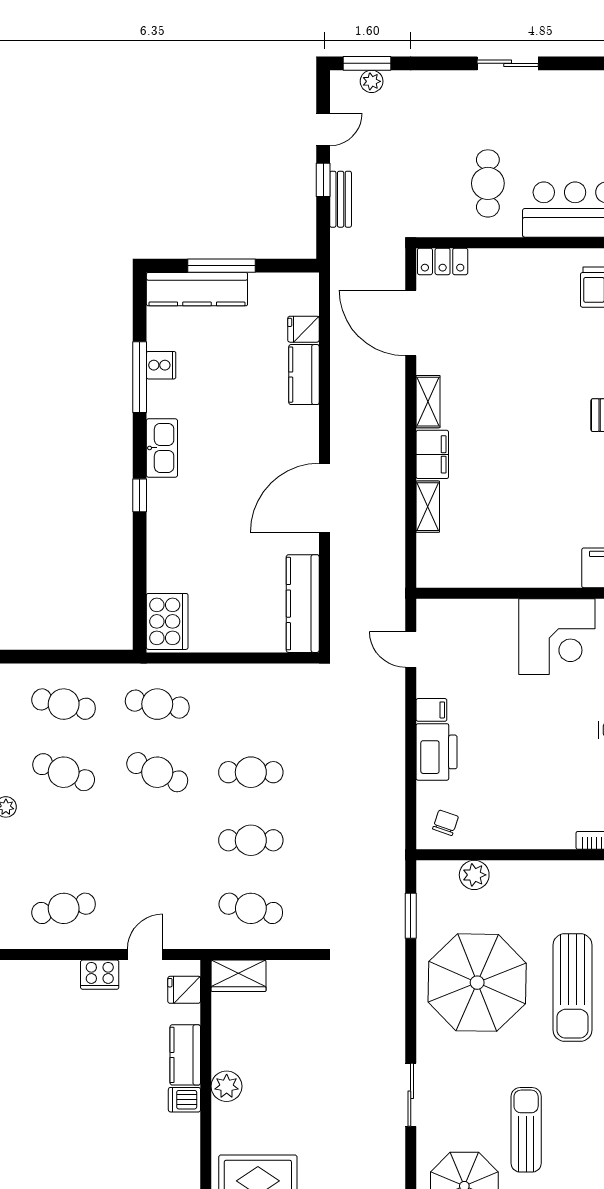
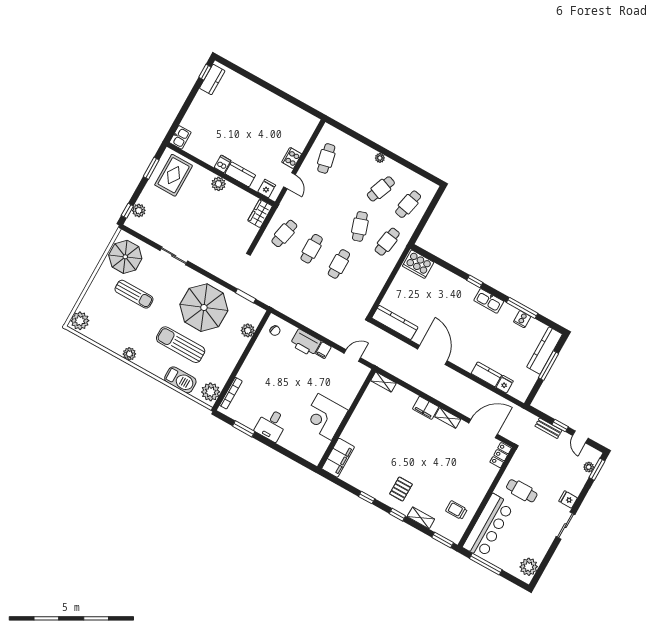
fridge: (455, 86) -> (568, 499), added
shelving: (428, 507) -> (384, 382), moved
cafe table: (157, 772) -> (360, 226), turned -42

